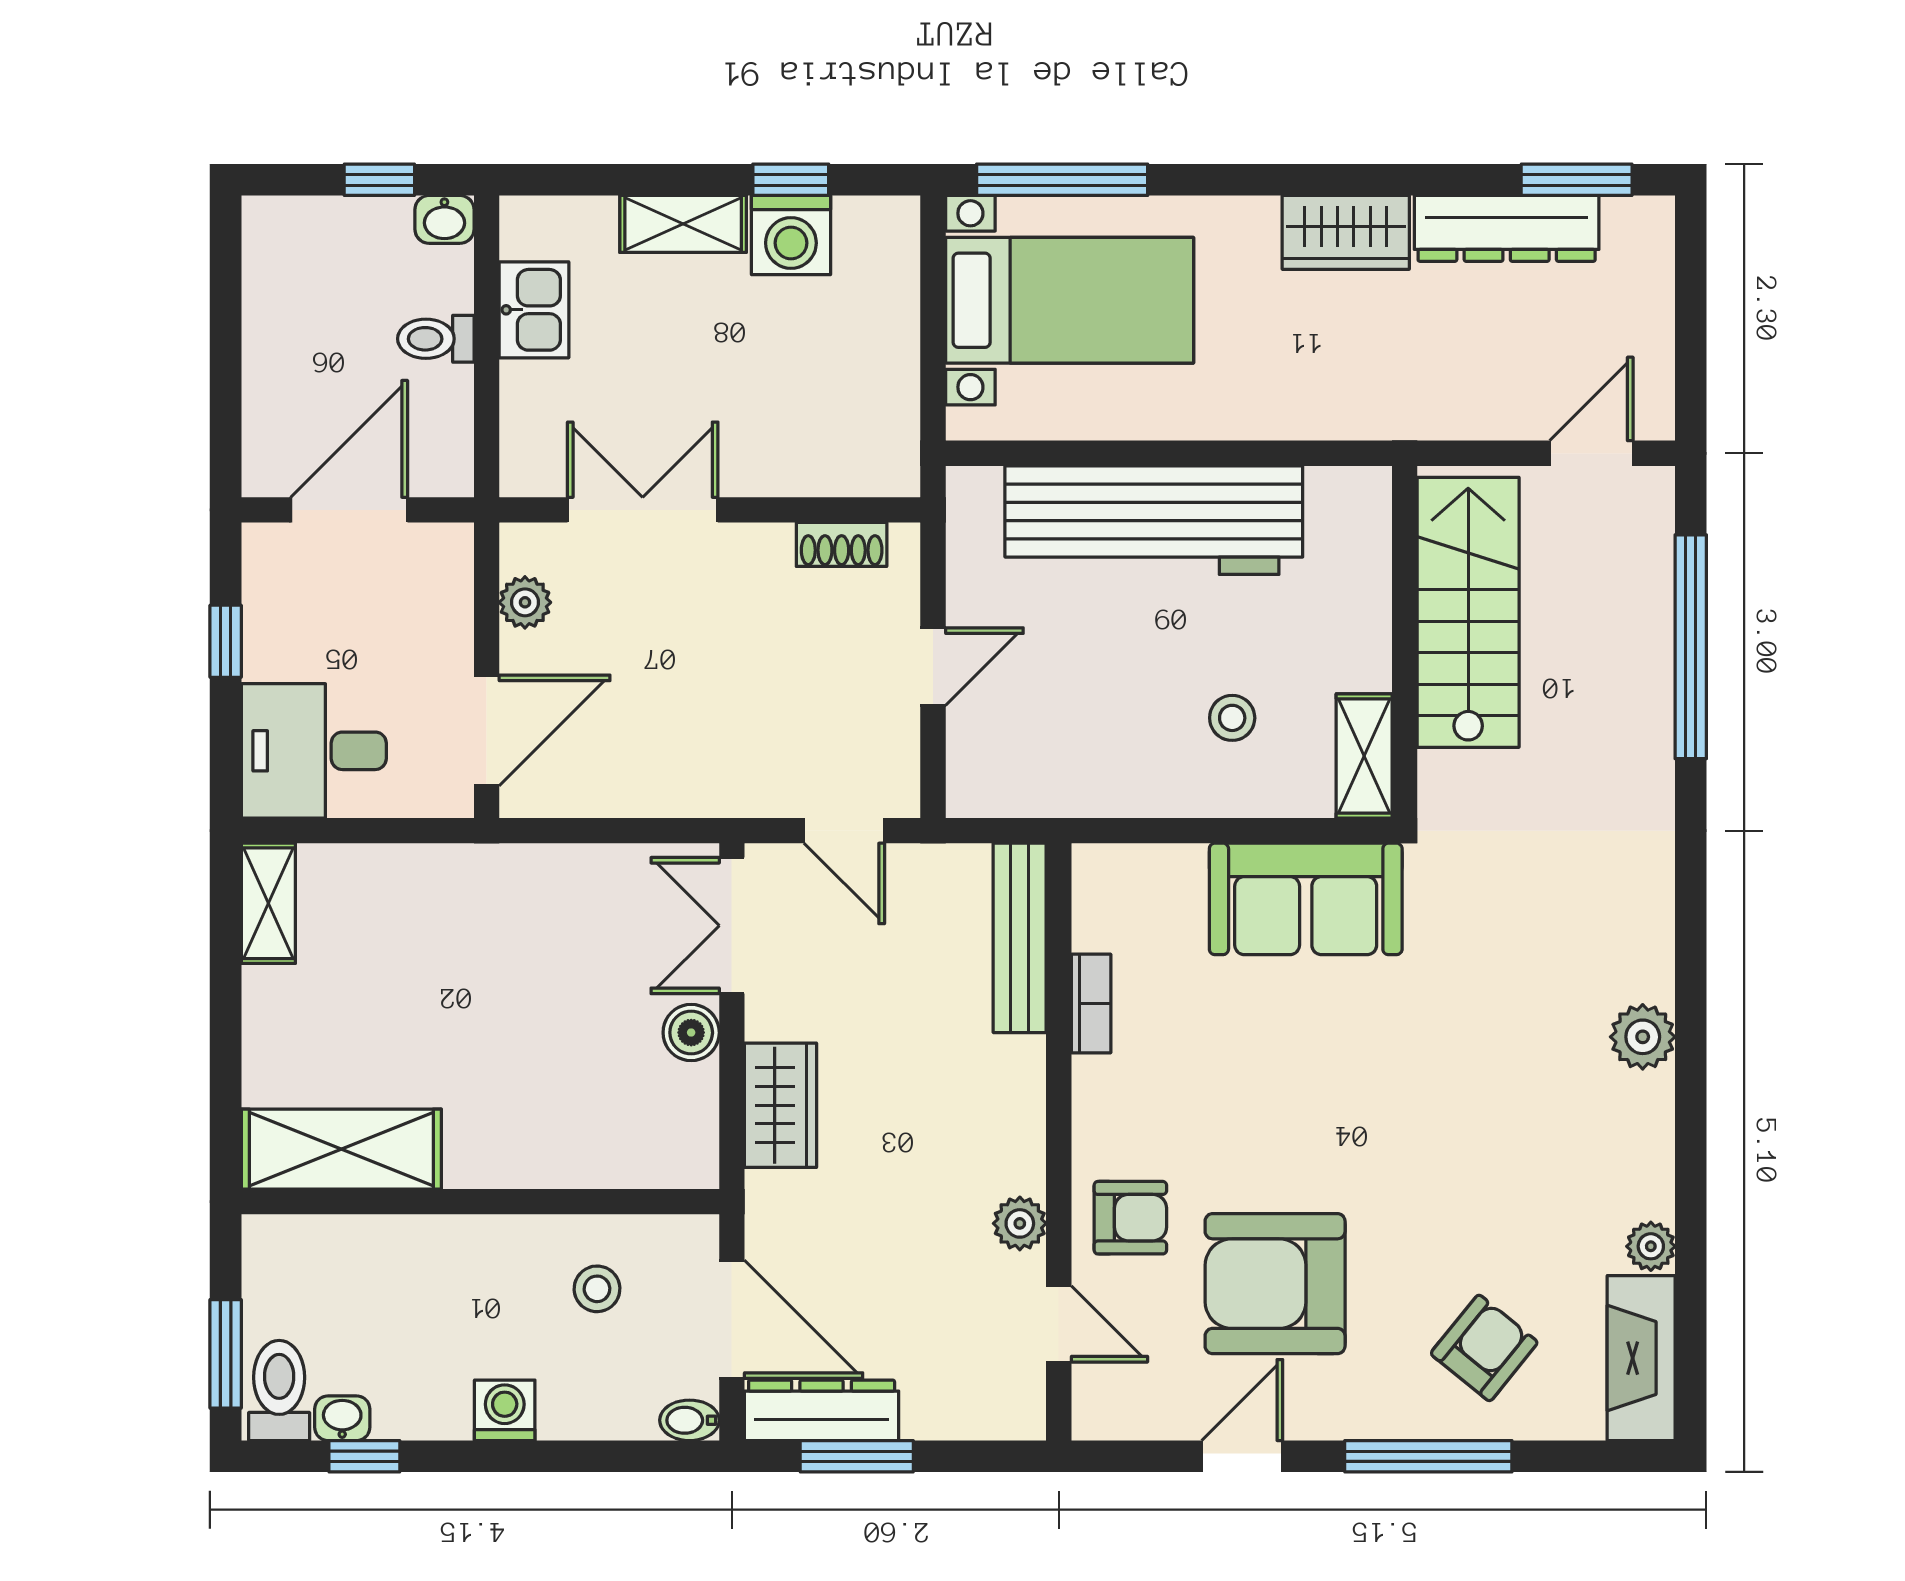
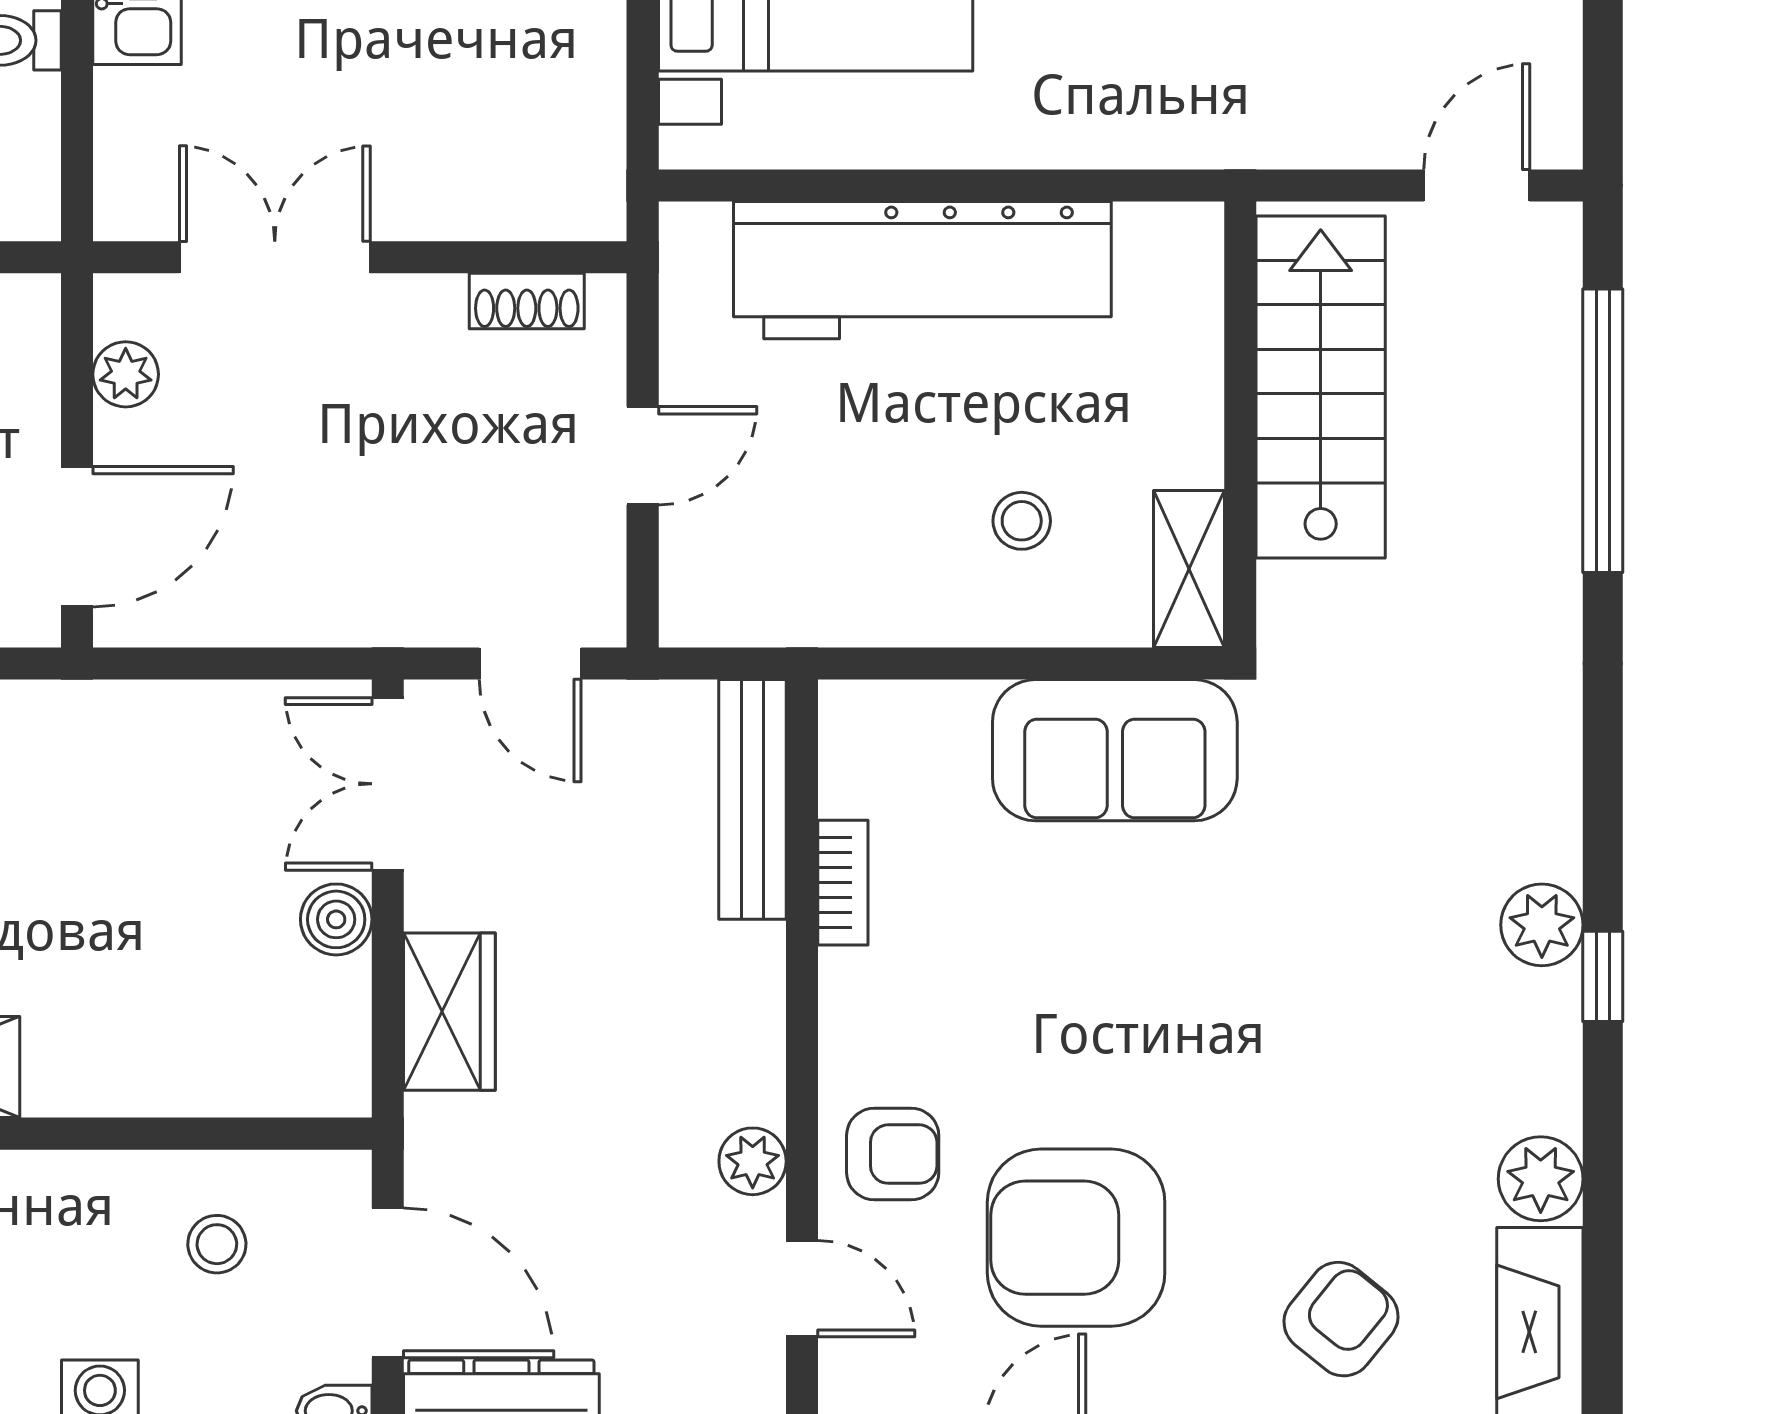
window: (1691, 1078) -> (1603, 976), added
plant: (1651, 1246) -> (1541, 1179), width x1.38, depth x1.38

